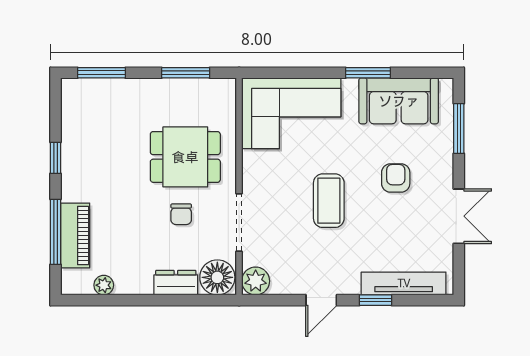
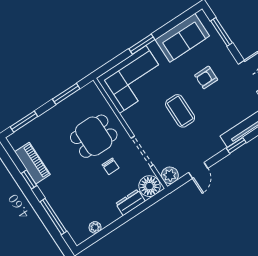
window: (368, 73) -> (142, 44), moved
armchair: (396, 178) -> (206, 77), turned -90
piano: (75, 236) -> (32, 163), moved
door: (321, 300) -> (198, 170), moved

